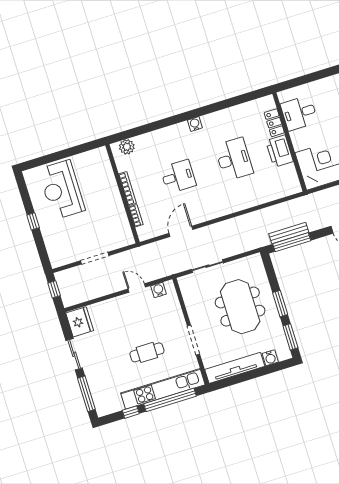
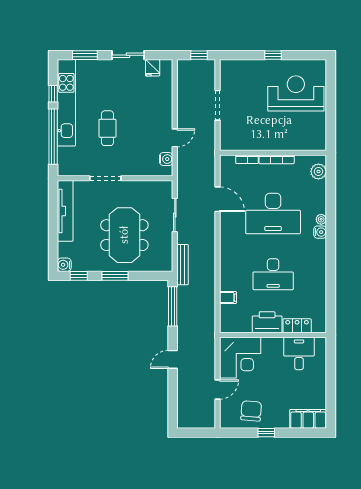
water cooler: (195, 124) -> (320, 232), moved
plant: (170, 131) -> (321, 219), added
desk: (178, 177) -> (273, 213), width x1.87, depth x1.30
filing cabinet: (268, 194) -> (228, 298), added
bench: (289, 233) -> (183, 265), moved
meeting table: (240, 307) -> (124, 235), turned 90
fridge: (80, 322) -> (153, 68), width x0.53, depth x0.75
window: (290, 337) -> (79, 276), width x0.67
water cooler: (270, 358) -> (64, 265), moved
kitchen unit: (163, 389) -> (66, 103), moved
window: (86, 394) -> (85, 55), width x0.69

